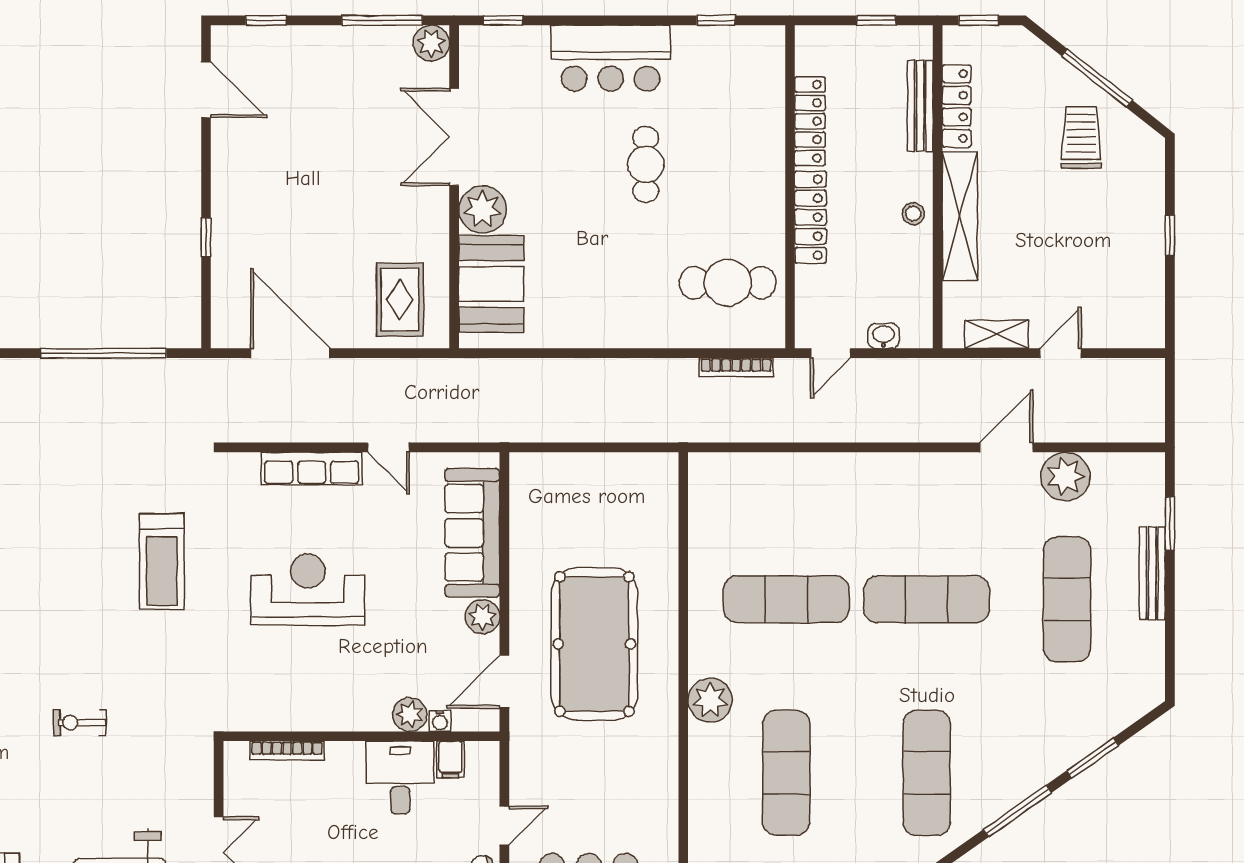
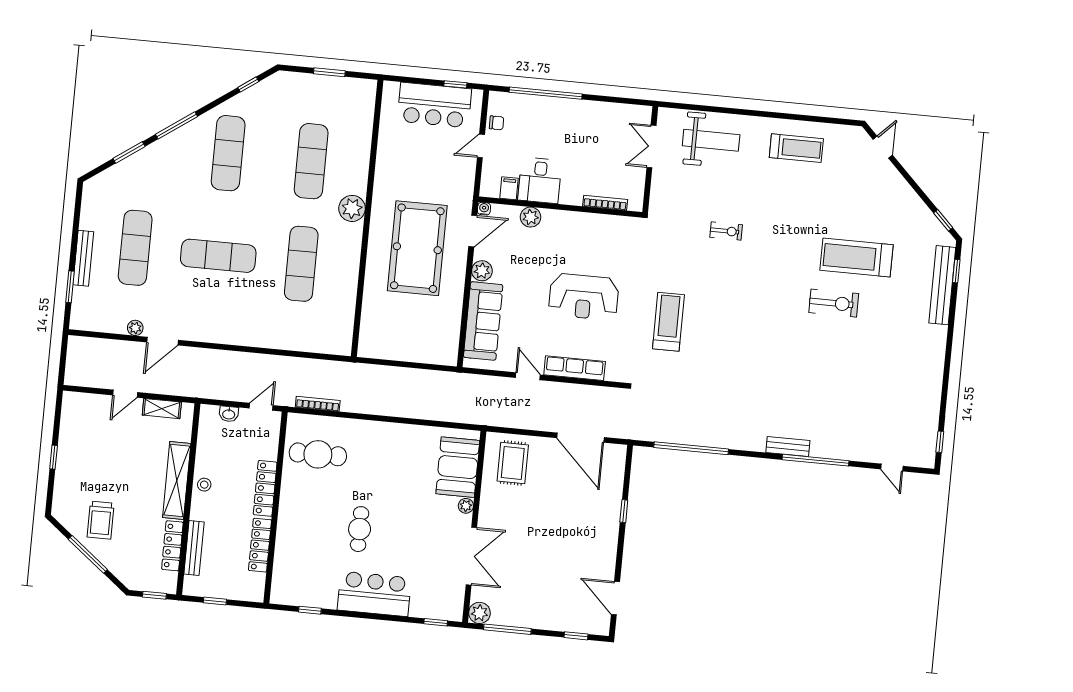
plant: (482, 209) -> (466, 506), width x0.53, depth x0.53
plant: (1065, 476) -> (135, 328), width x0.53, depth x0.53
exercise mat: (786, 599) -> (301, 264), turned 90
water cooler: (440, 721) -> (484, 209), moved

